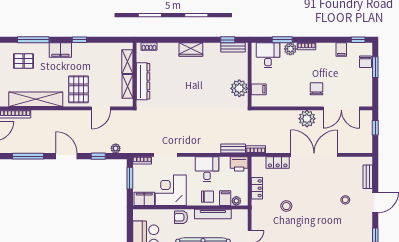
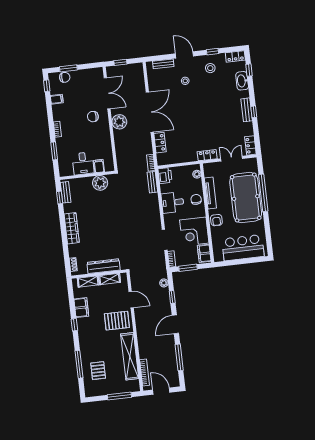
plant: (290, 49) -> (61, 143), removed
filing cabinet: (60, 50) -> (81, 308), moved
wardrobe: (191, 50) -> (72, 228), width x1.50
desk: (268, 55) -> (83, 163), moved, turned -90
double door: (314, 155) -> (150, 112), swing flipped
locker: (257, 188) -> (207, 155), moved
filing cabinet: (225, 198) -> (196, 184), removed
stool: (286, 206) -> (210, 68), moved

